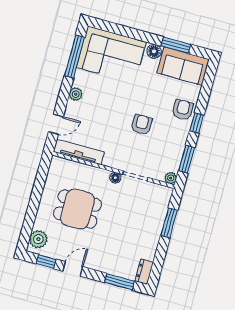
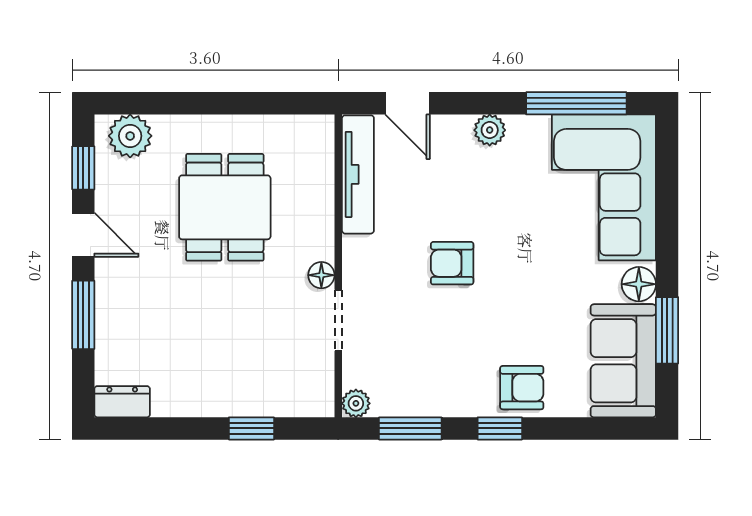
armchair: (142, 125) -> (452, 263), moved, turned 180
window: (169, 223) -> (251, 428), width x0.67
window: (119, 282) -> (83, 315), moved

